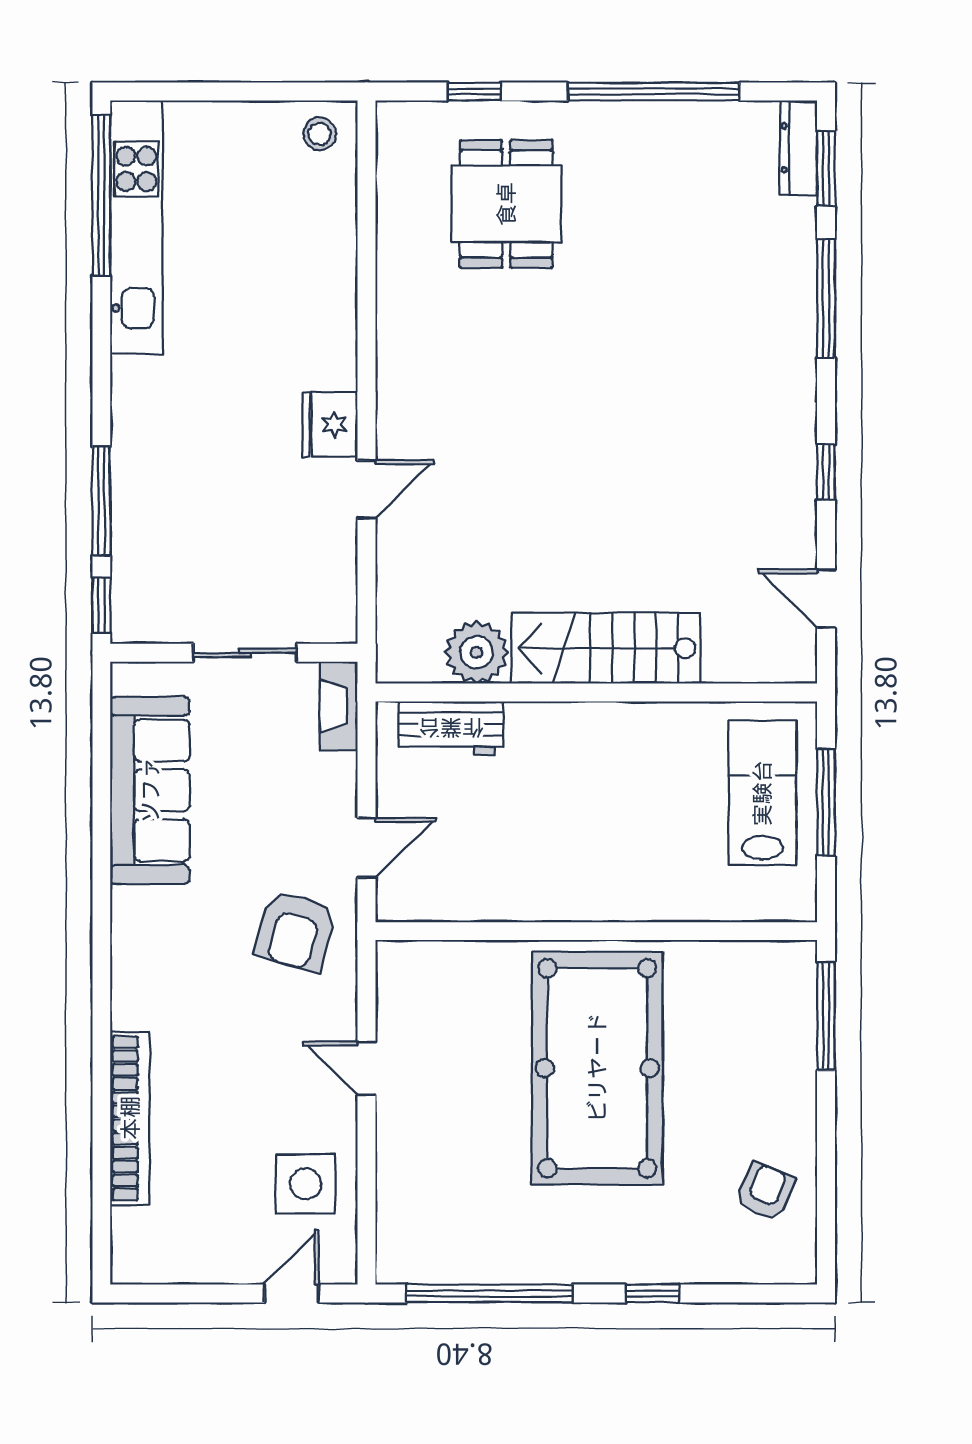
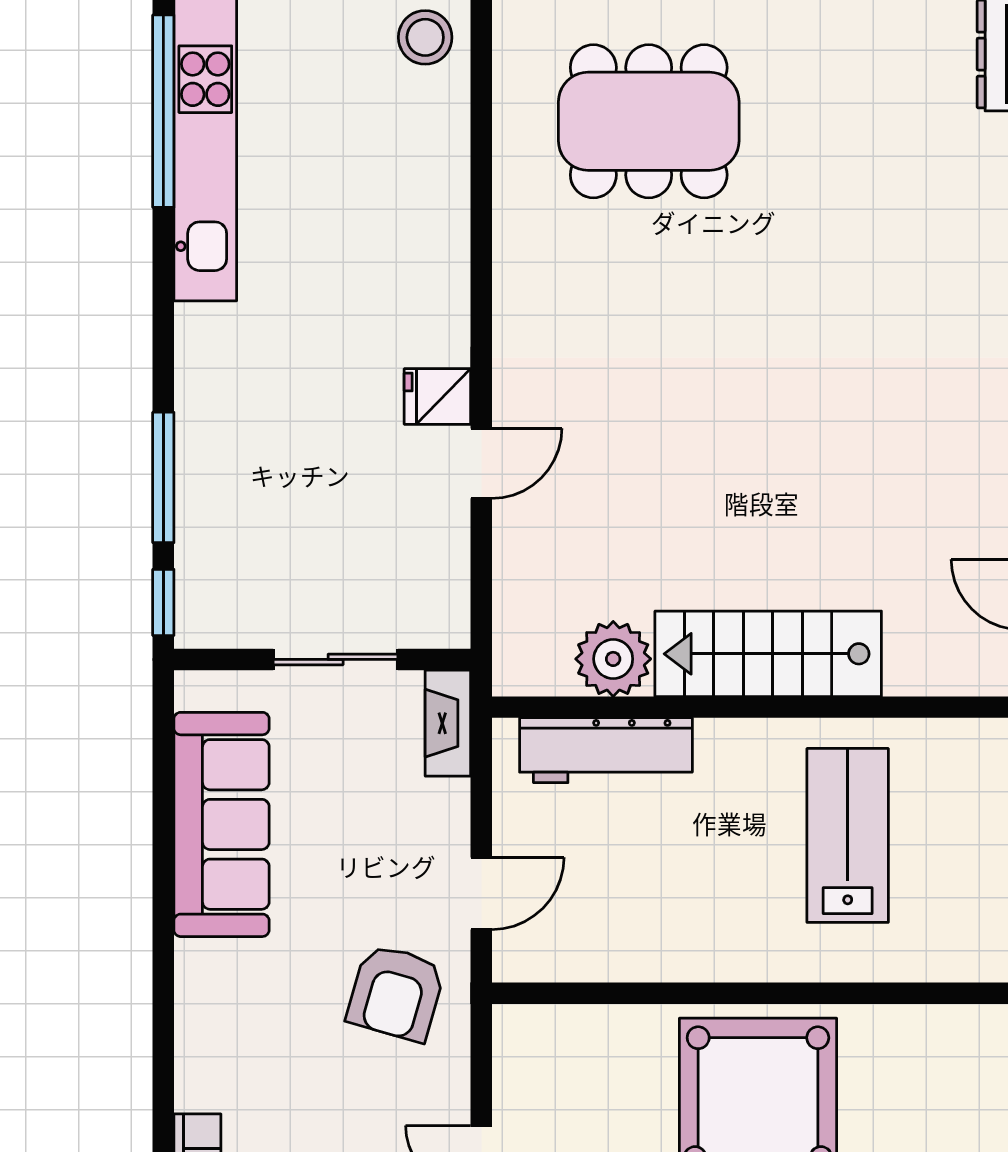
stool: (320, 134) -> (425, 37), width x1.37, depth x1.37
dining table: (506, 204) -> (649, 121), width x1.37
fridge: (330, 425) -> (437, 396), width x0.72
workbench: (451, 728) -> (606, 750), width x1.38
lab bench: (762, 793) -> (848, 835), moved

